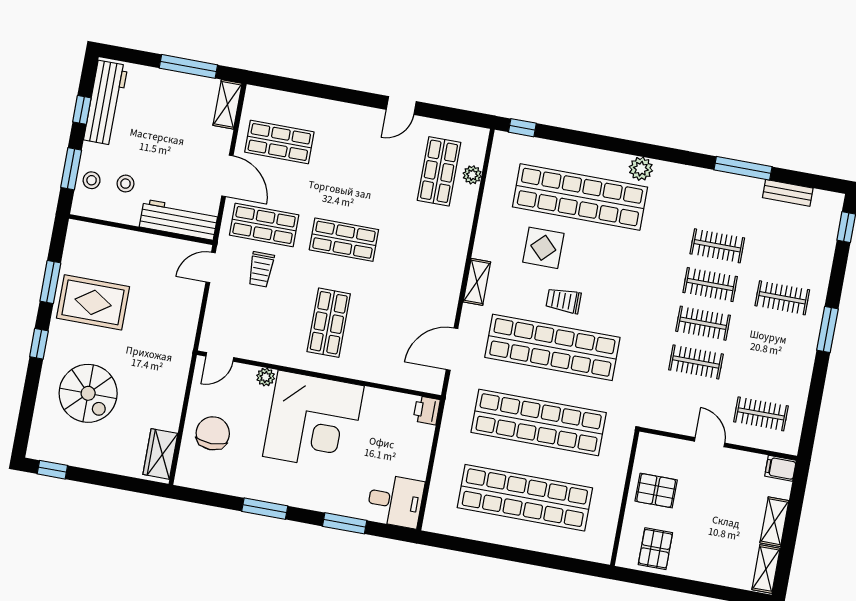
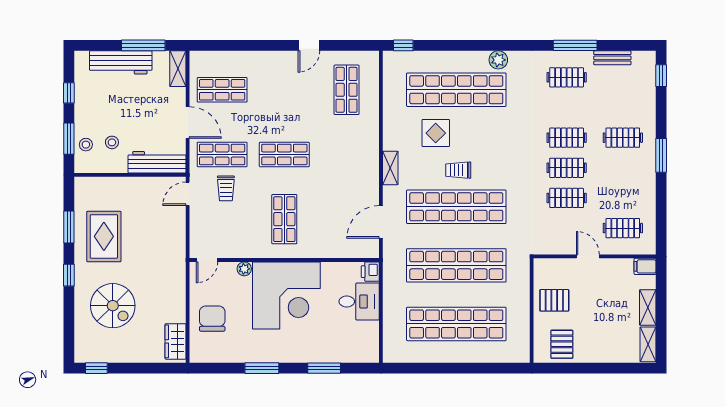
workbench: (106, 103) -> (121, 62), moved, turned 90
plant: (472, 175) -> (372, 88), removed
clothes rail: (717, 246) -> (567, 77), moved
rug: (93, 302) -> (104, 236), turned 90
desk: (395, 501) -> (359, 301), moved

